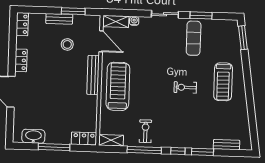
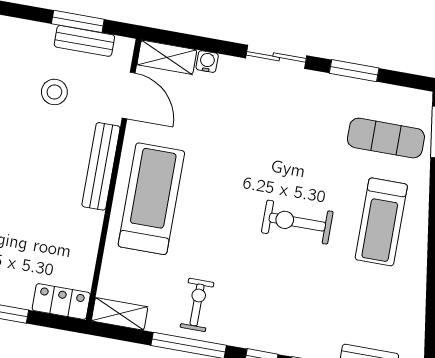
bench: (59, 19) -> (84, 41), moved
exercise mat: (194, 38) -> (386, 138), moved, turned 90
exercise bike: (185, 87) -> (297, 222), width x1.38, depth x1.39

